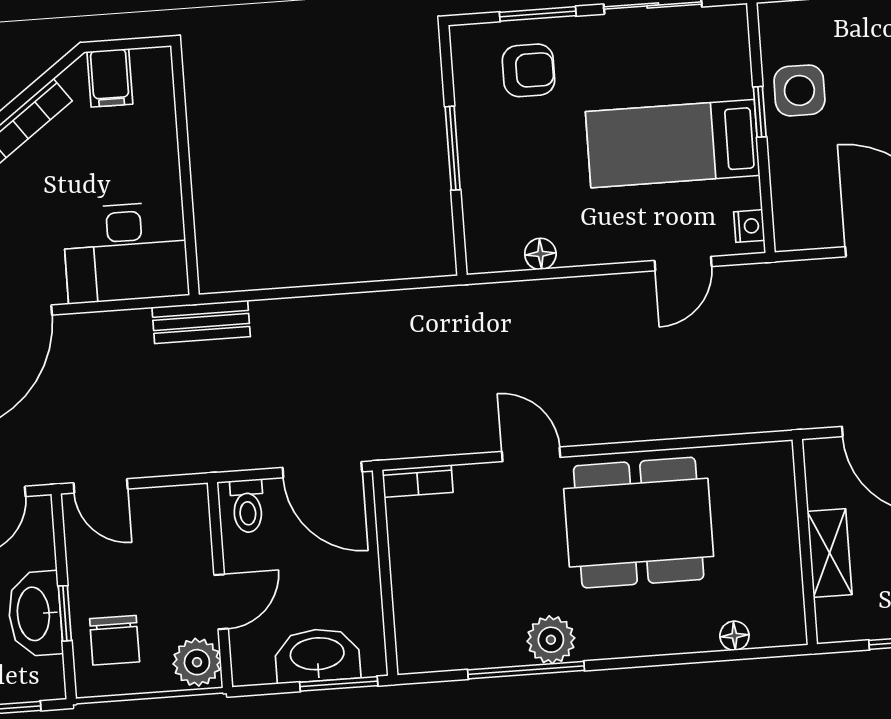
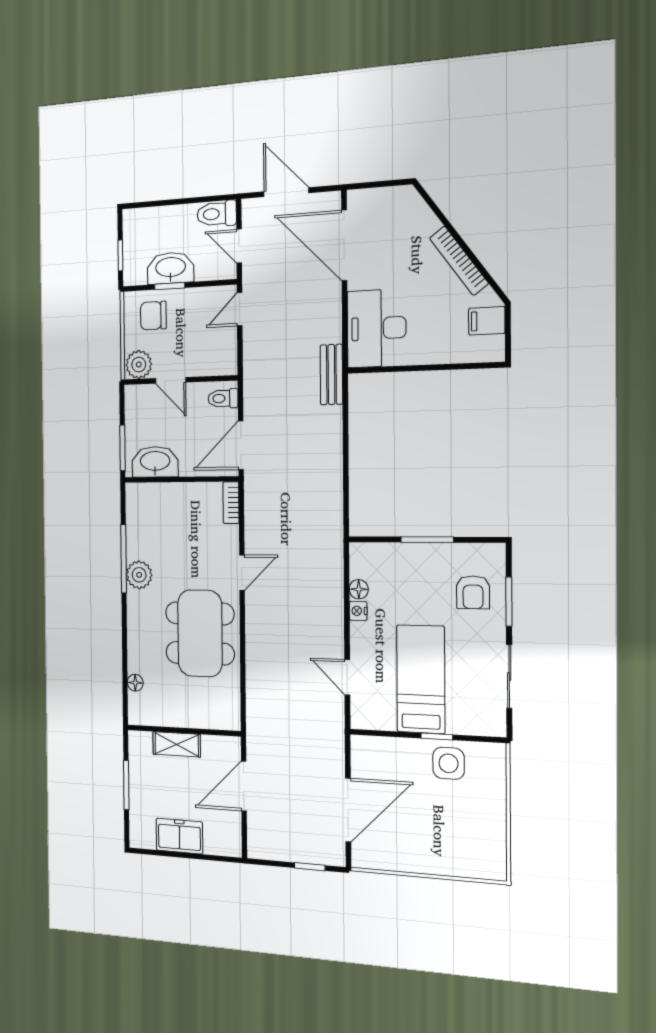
nightstand: (749, 226) -> (358, 611), moved, turned 90
washbasin: (317, 655) -> (155, 462), moved, turned -90

